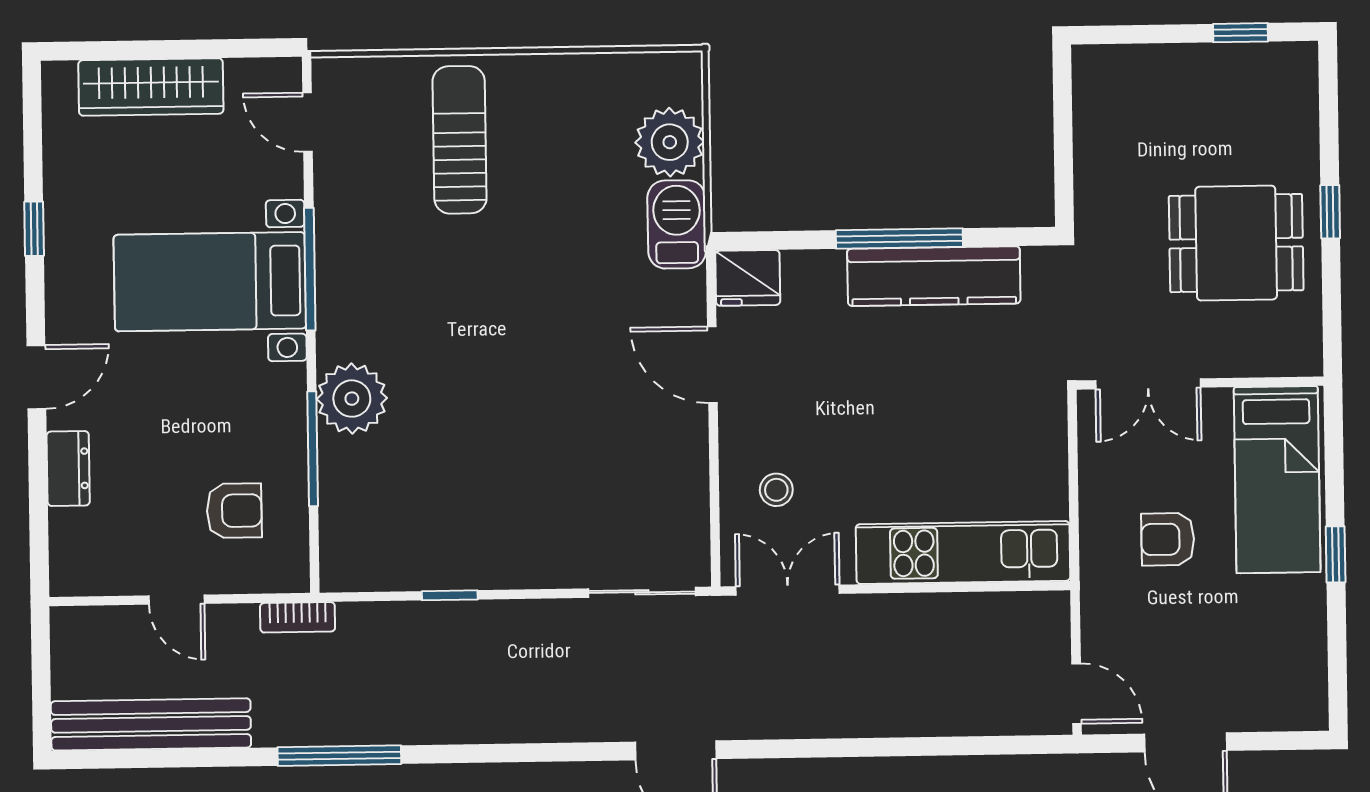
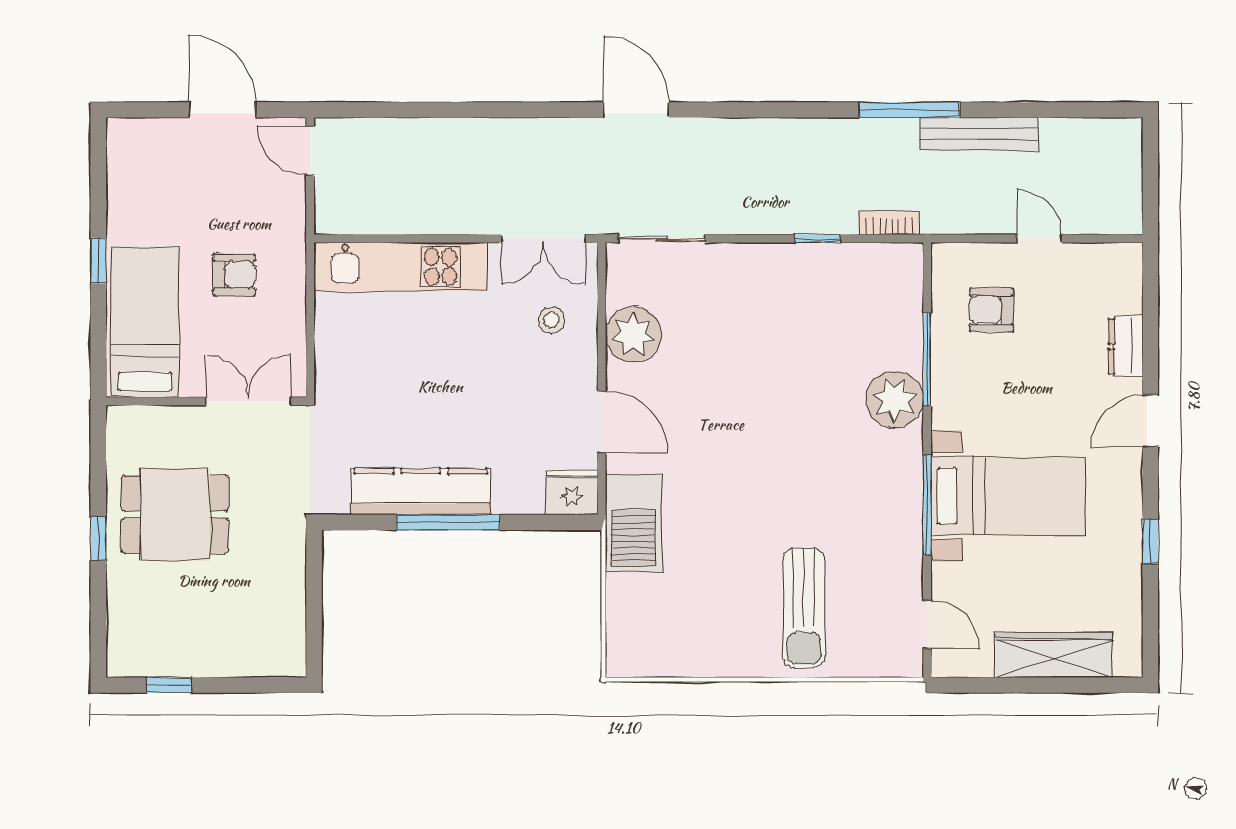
plant: (670, 142) -> (633, 335), moved
barbecue: (677, 224) -> (634, 523), width x1.37, depth x1.21
bookcase: (298, 617) -> (889, 223), moved
bench: (151, 724) -> (979, 134), moved, width x0.73, depth x0.82

